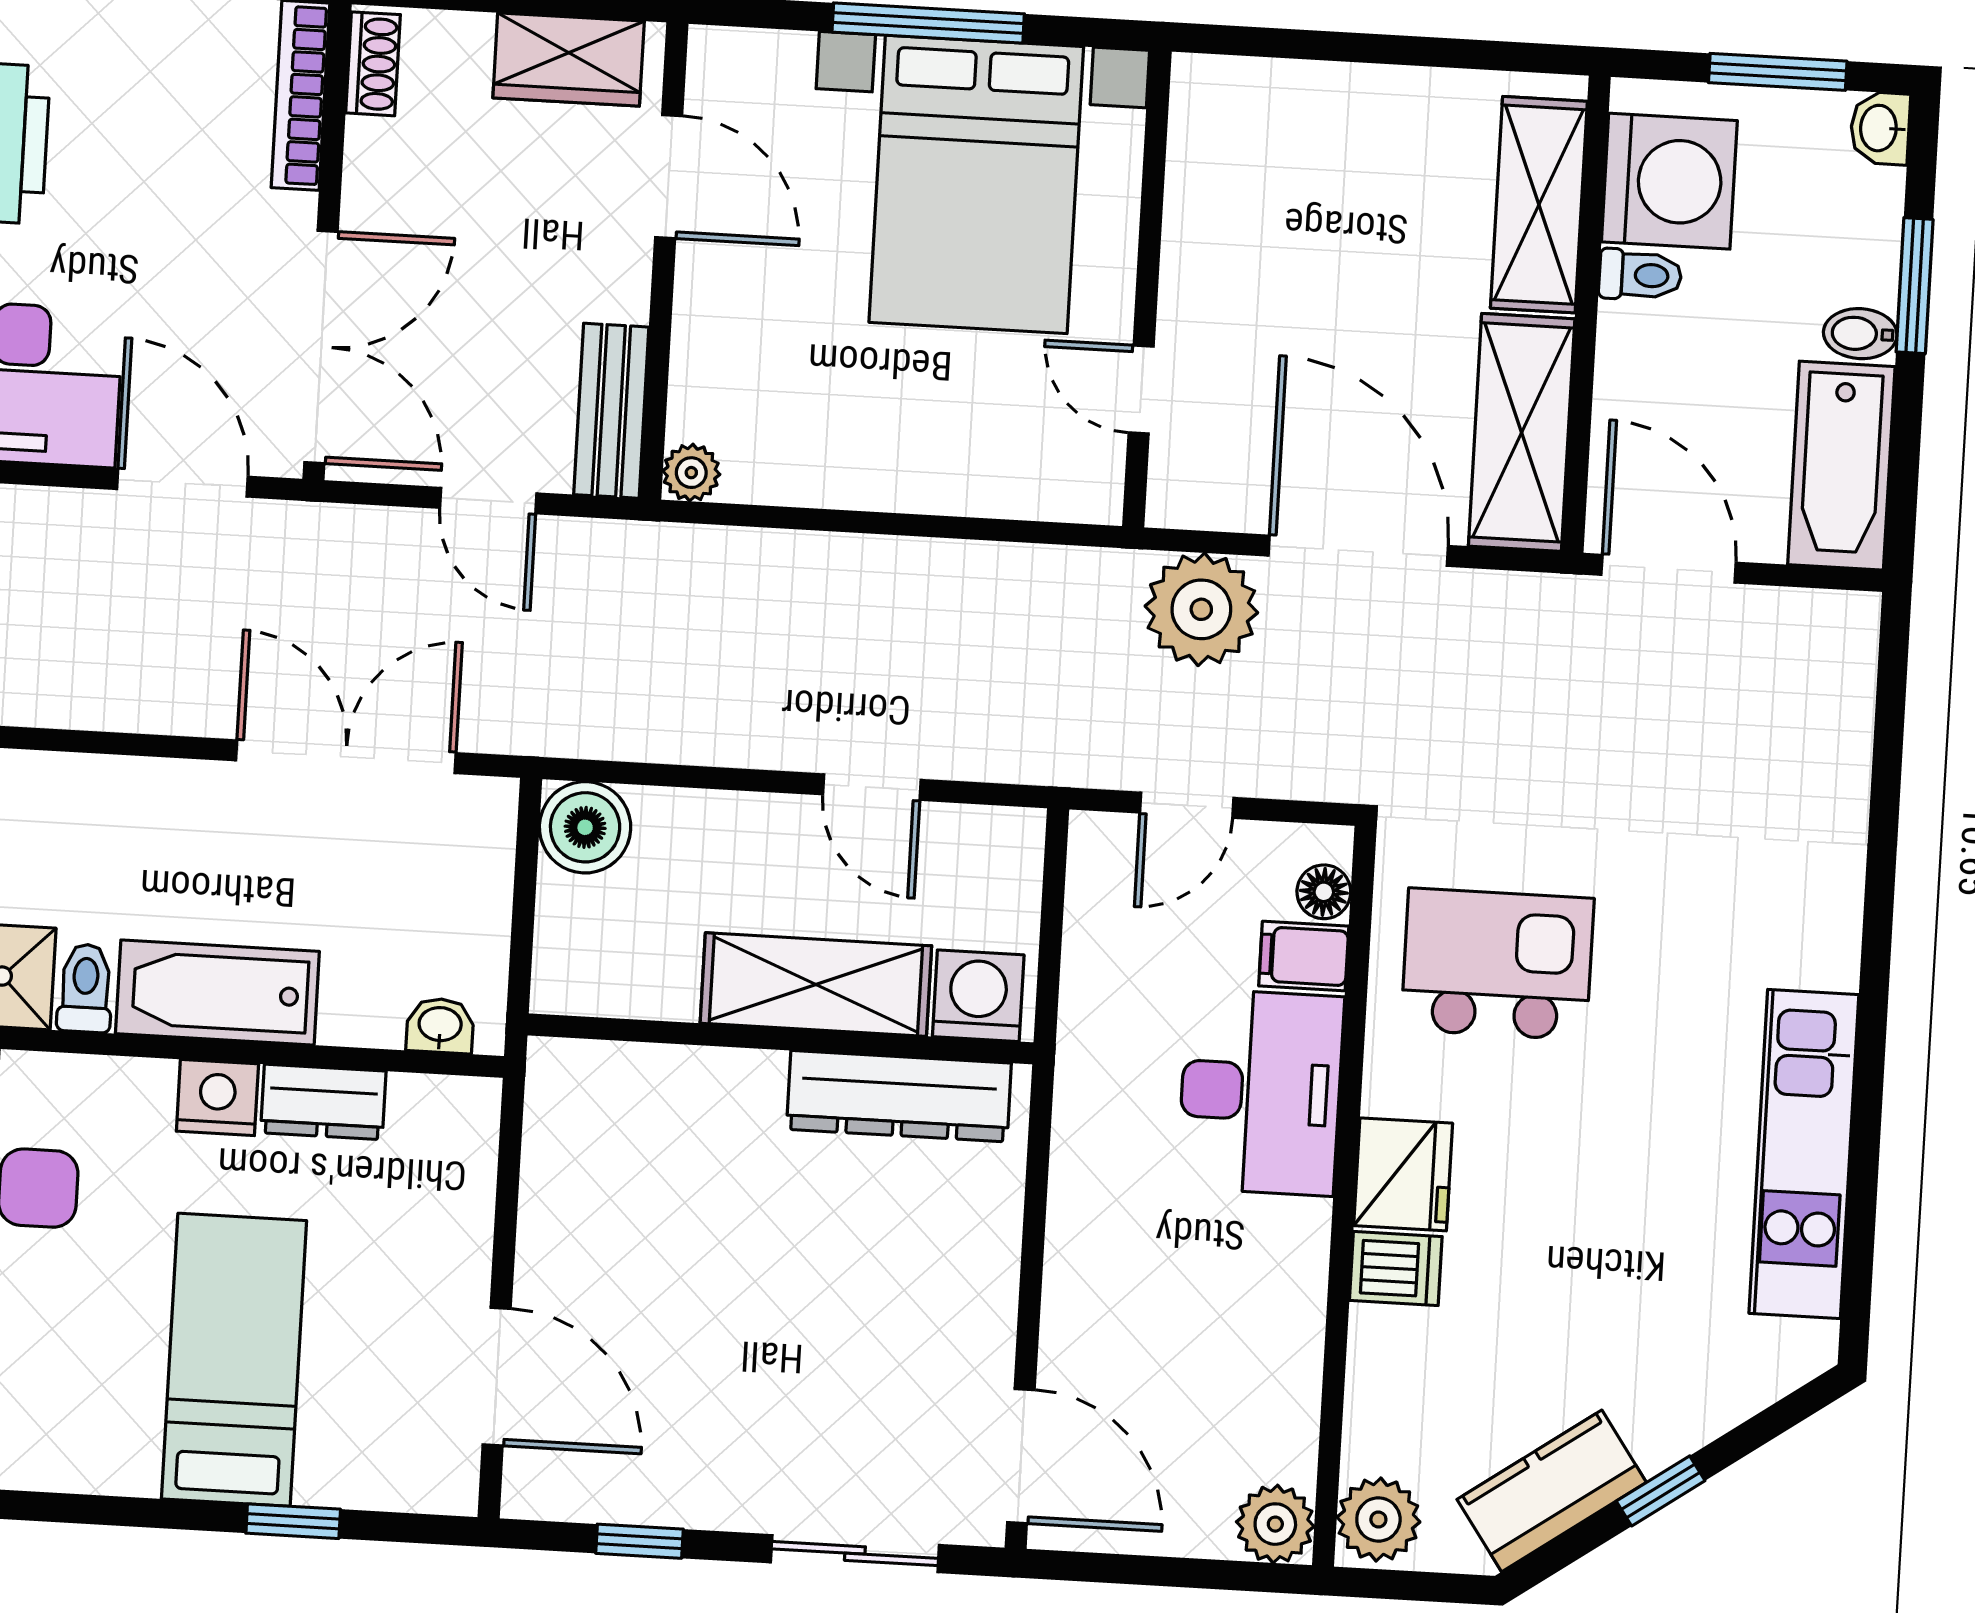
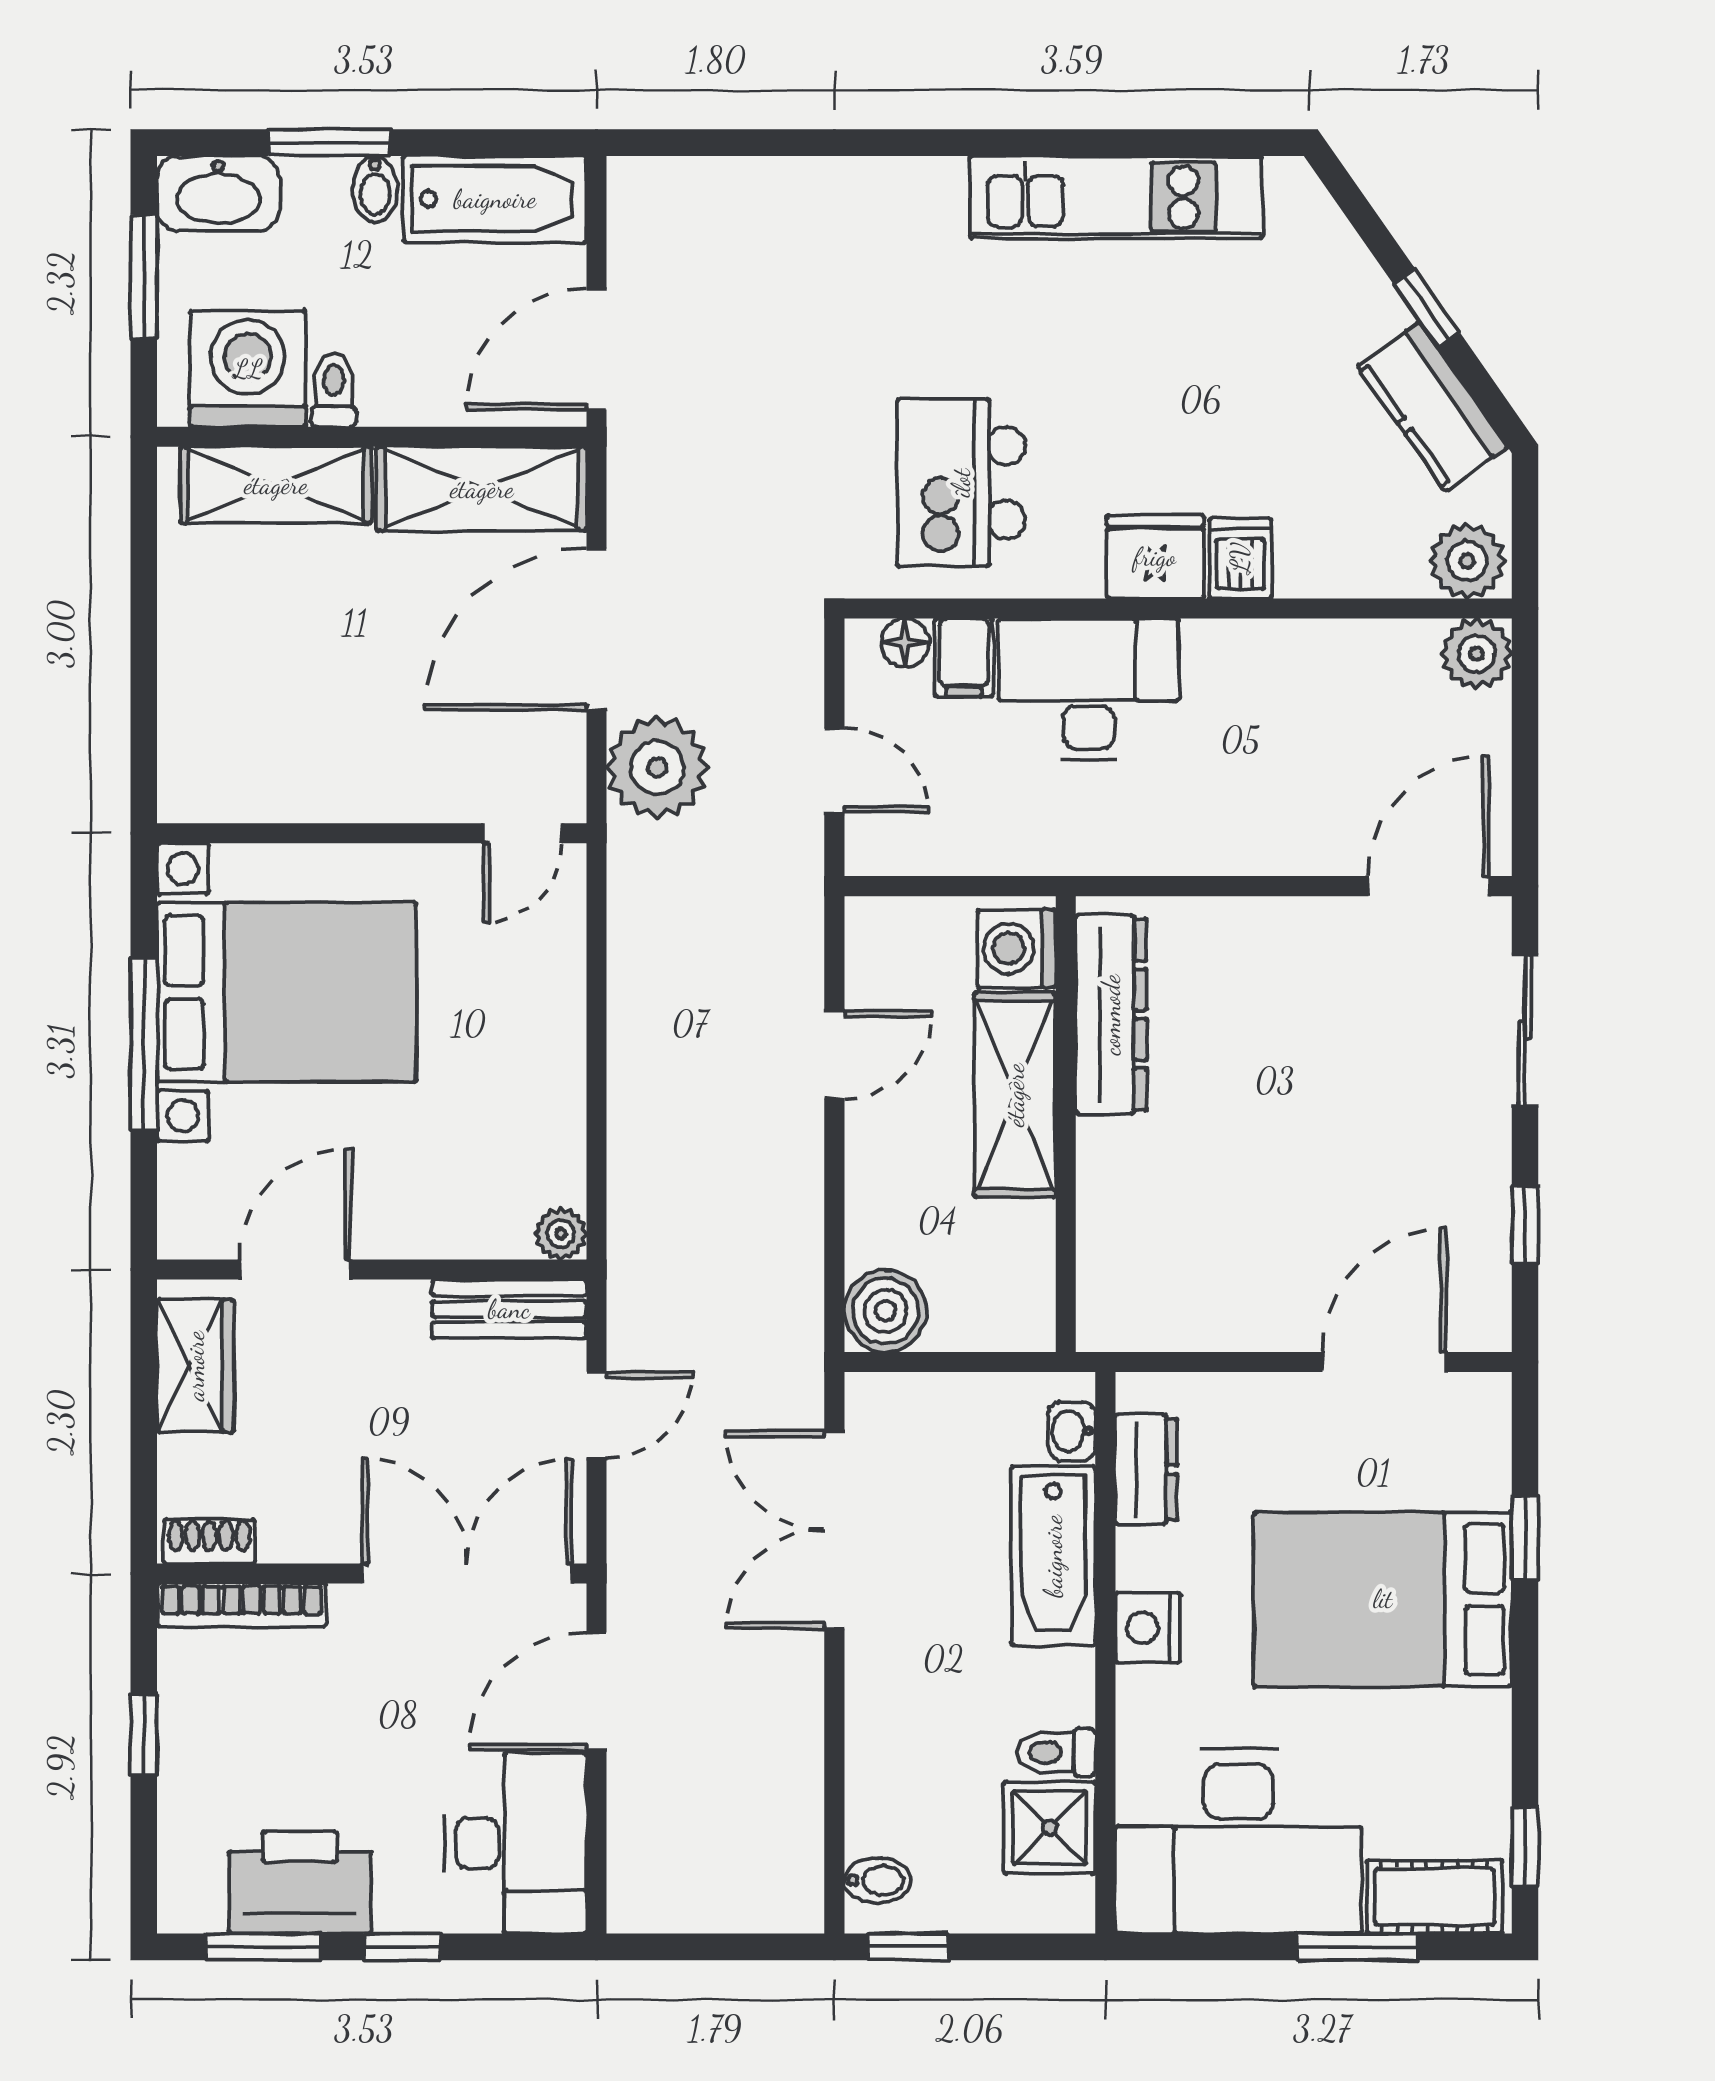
washbasin: (1880, 128) -> (218, 193), width x1.91, depth x1.45
door: (1141, 389) -> (523, 833), moved
bathtub: (217, 992) -> (1053, 1556), moved
dresser: (323, 1102) -> (1146, 1469), moved
bed: (234, 1360) -> (1383, 1599), width x1.50

